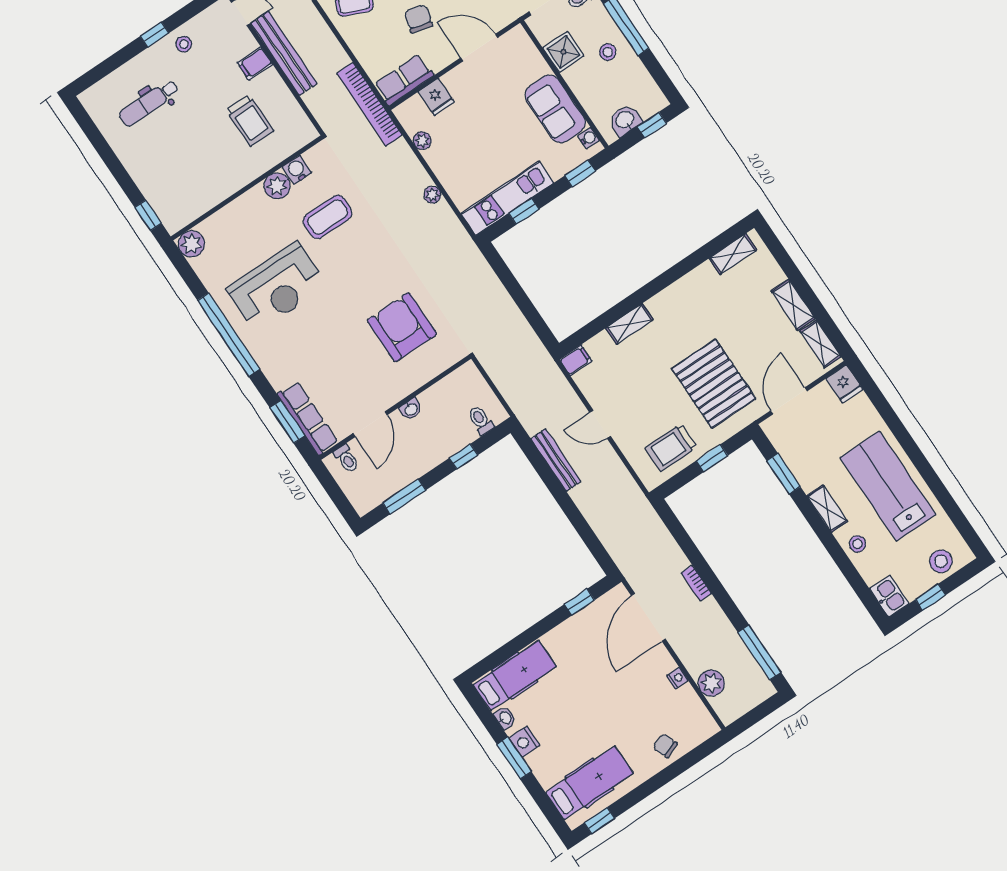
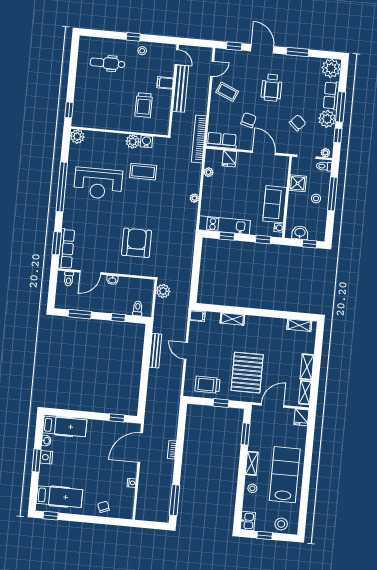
plant: (711, 683) -> (163, 291), moved

